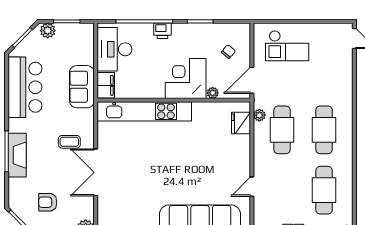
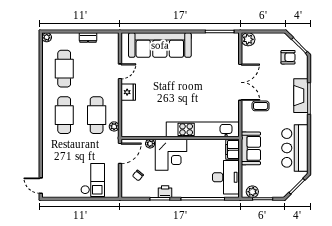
plant: (48, 31) -> (252, 192), moved
printer: (163, 31) -> (165, 192), moved
checkout: (287, 46) -> (93, 180), turned 90
fridge: (241, 123) -> (128, 92), moved
armchair: (48, 202) -> (288, 57), moved

